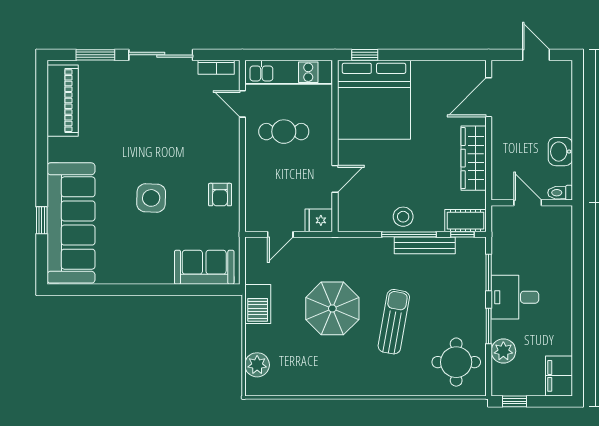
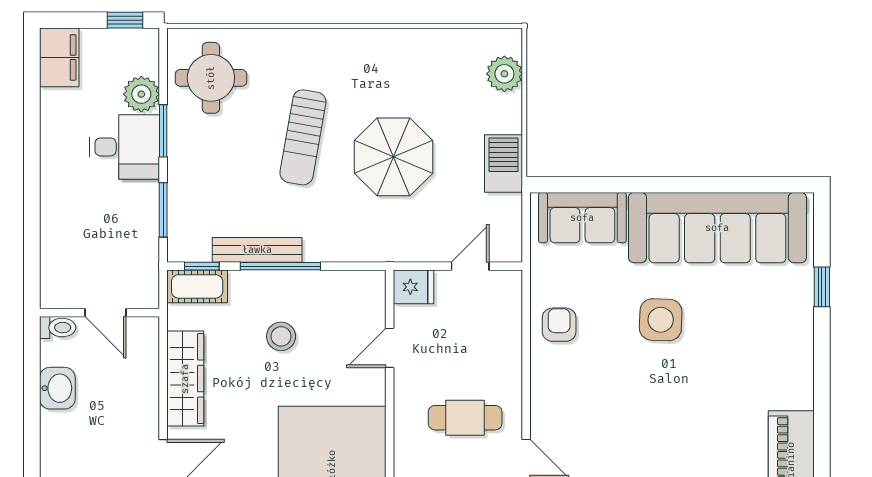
stool: (403, 217) -> (281, 336), moved
sofa: (71, 223) -> (717, 228), moved, turned -90
desk: (515, 297) -> (124, 147), moved

